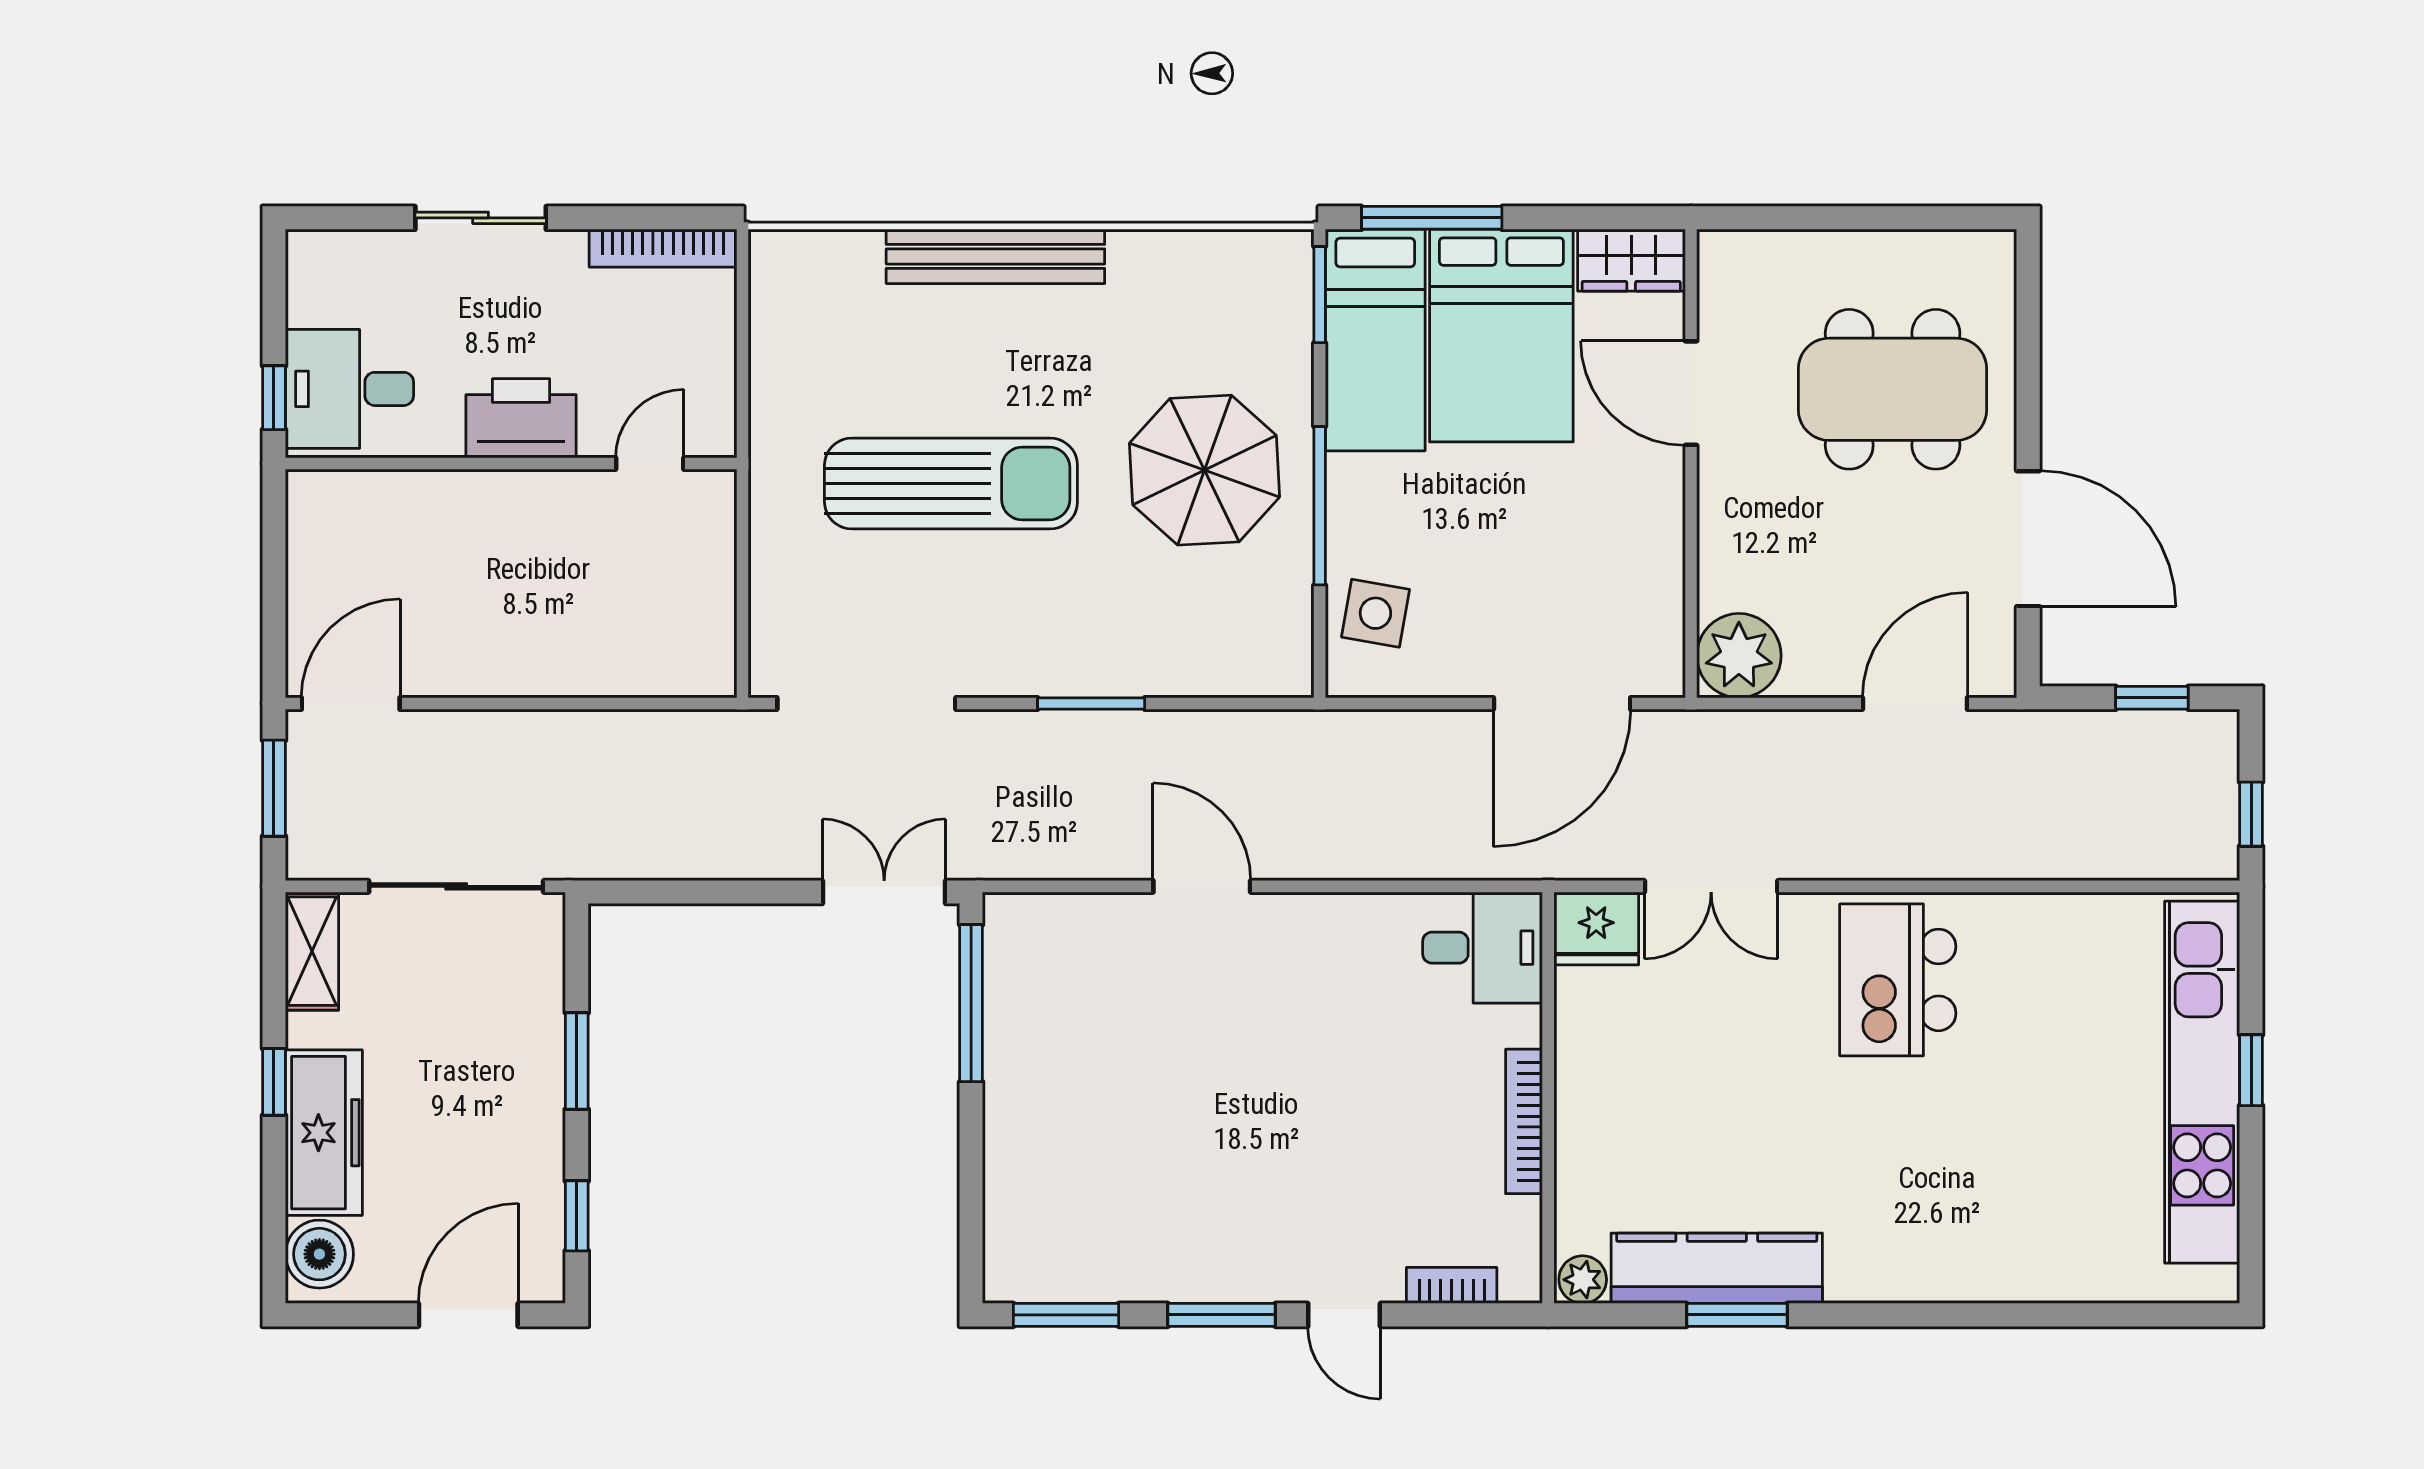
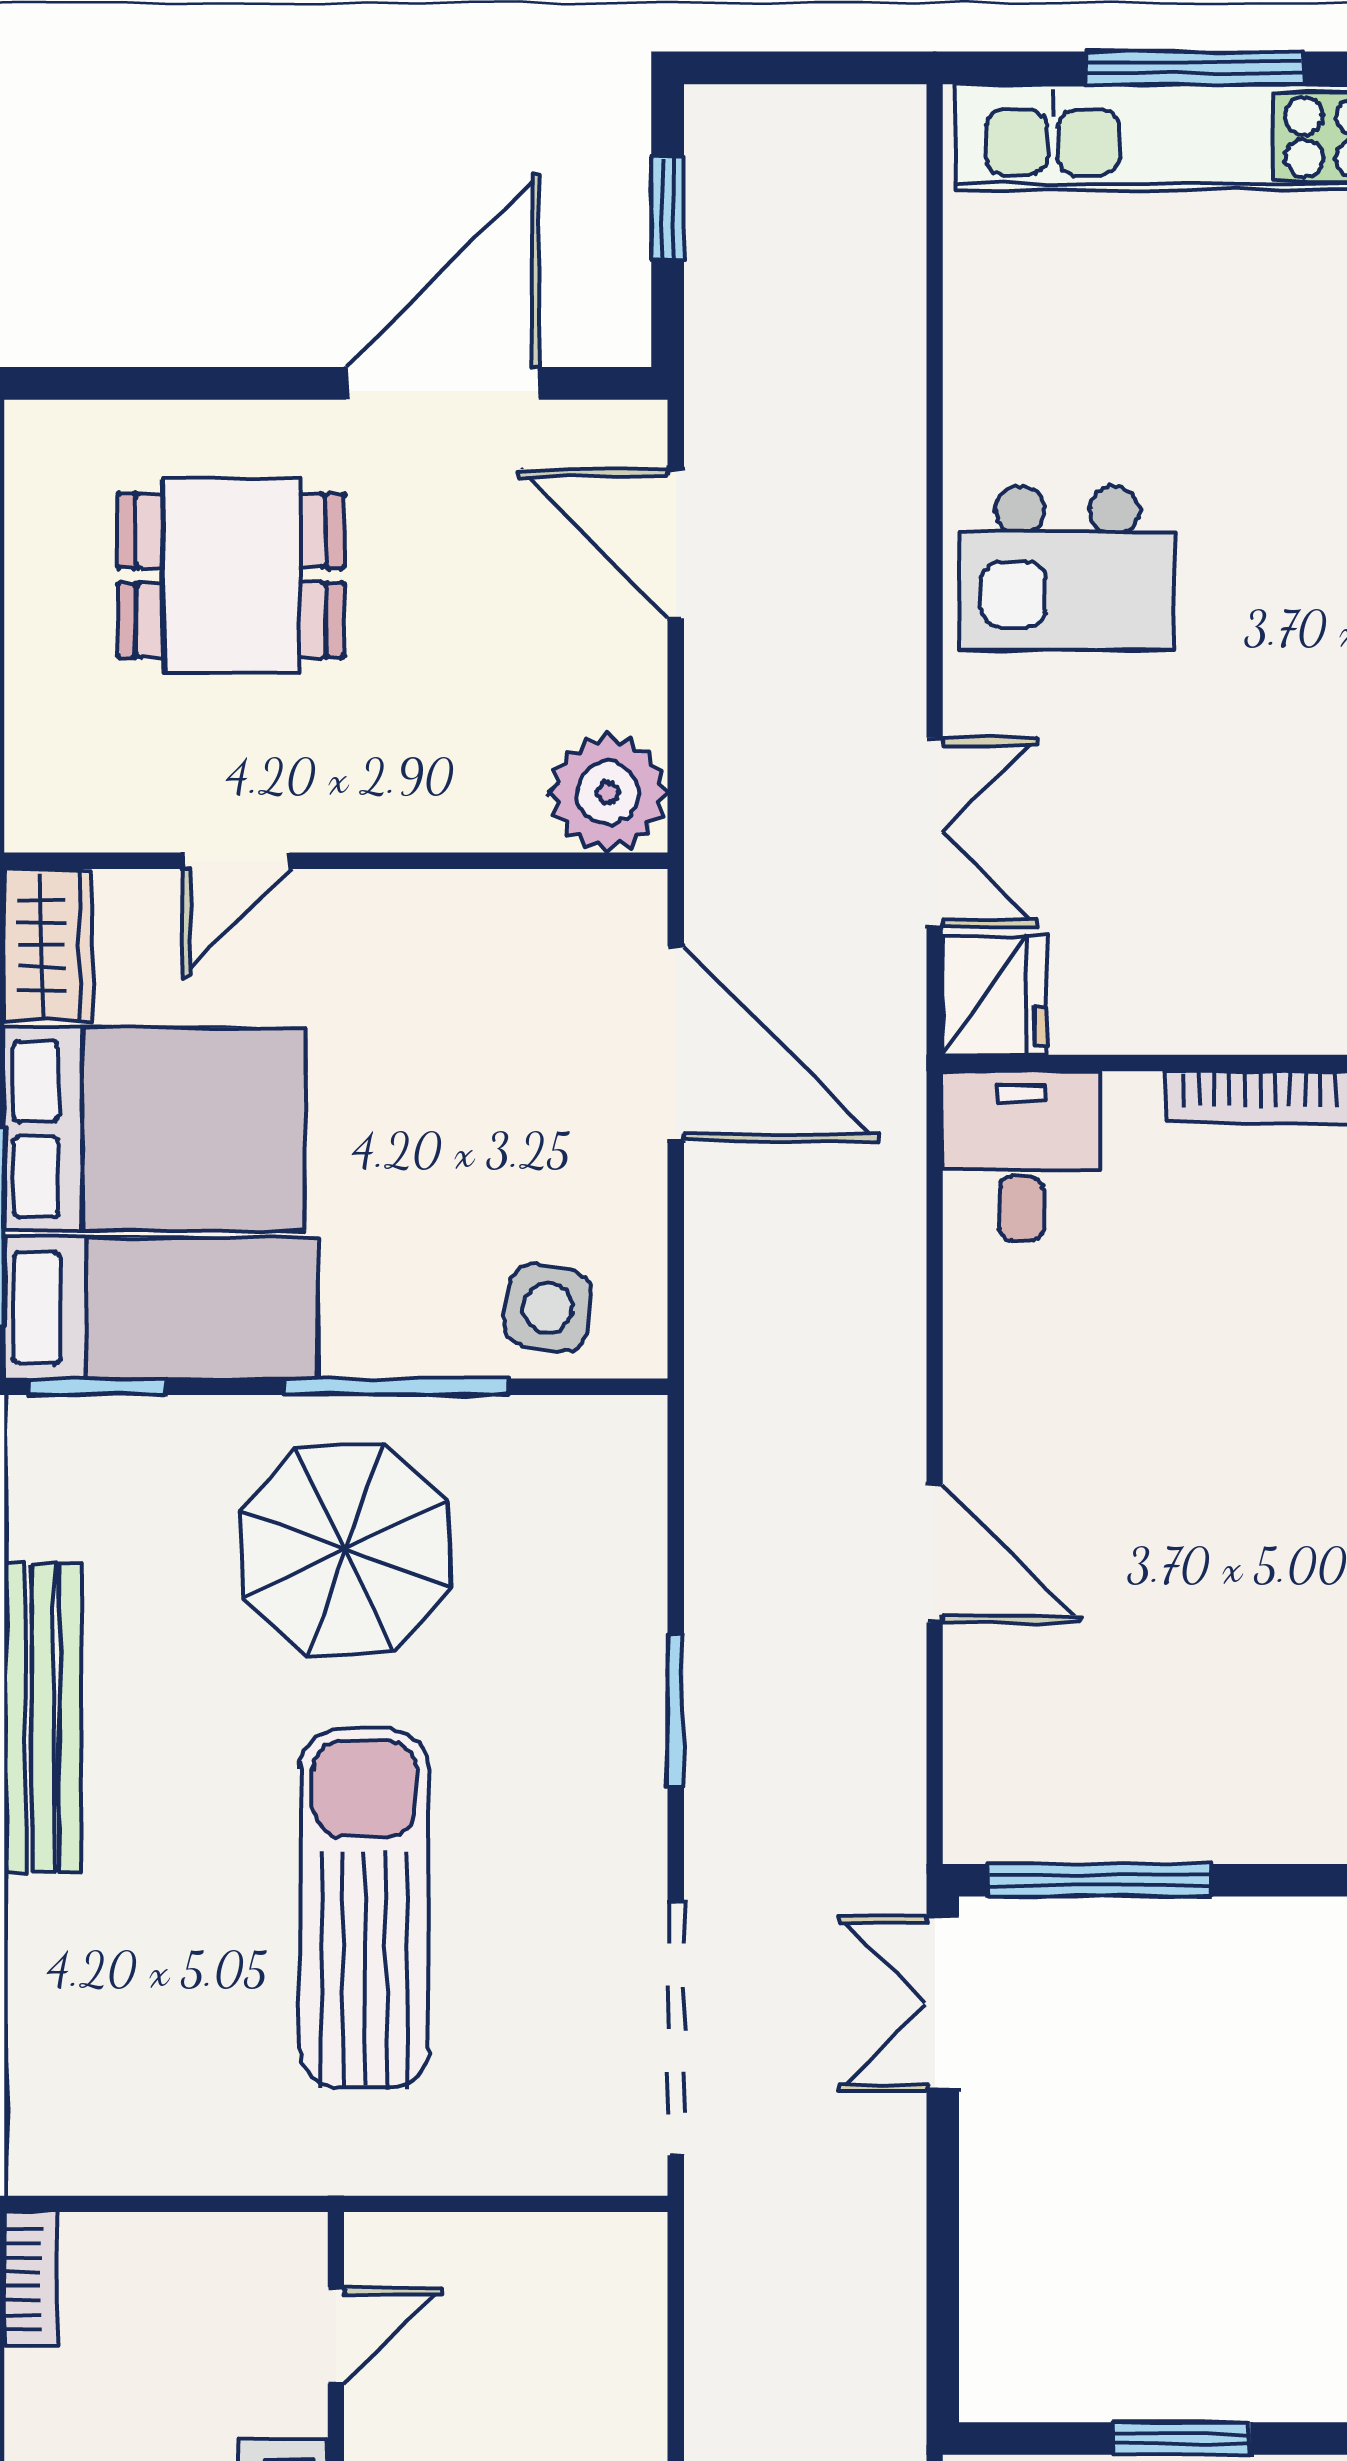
bookcase: (663, 248) -> (31, 2279), width x0.64
bench: (995, 256) -> (43, 1718), moved
dining table: (1893, 389) -> (231, 575), width x0.73
door: (1691, 393) -> (236, 861), width x0.73
door: (650, 464) -> (336, 2335), swing flipped
window: (2251, 814) -> (832, 68), removed
door: (1202, 886) -> (935, 1553), swing flipped
window: (2251, 1070) -> (1195, 68), width x2.17

